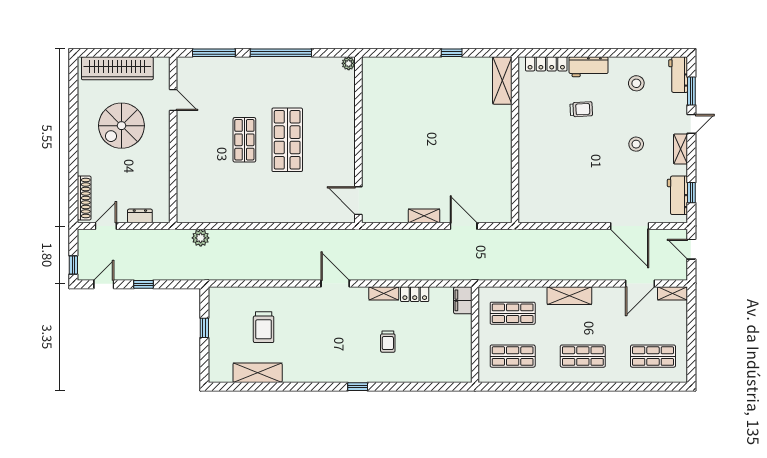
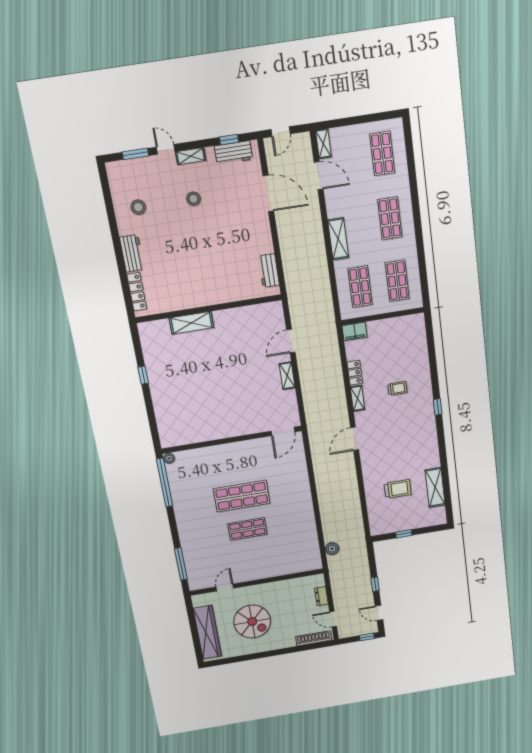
window: (281, 53) -> (165, 483), moved
workbench: (678, 75) -> (269, 271), moved, turned 90
shelving: (502, 81) -> (191, 323), moved
trolley: (581, 109) -> (171, 254), removed
door: (630, 226) -> (268, 193), hinge flipped

